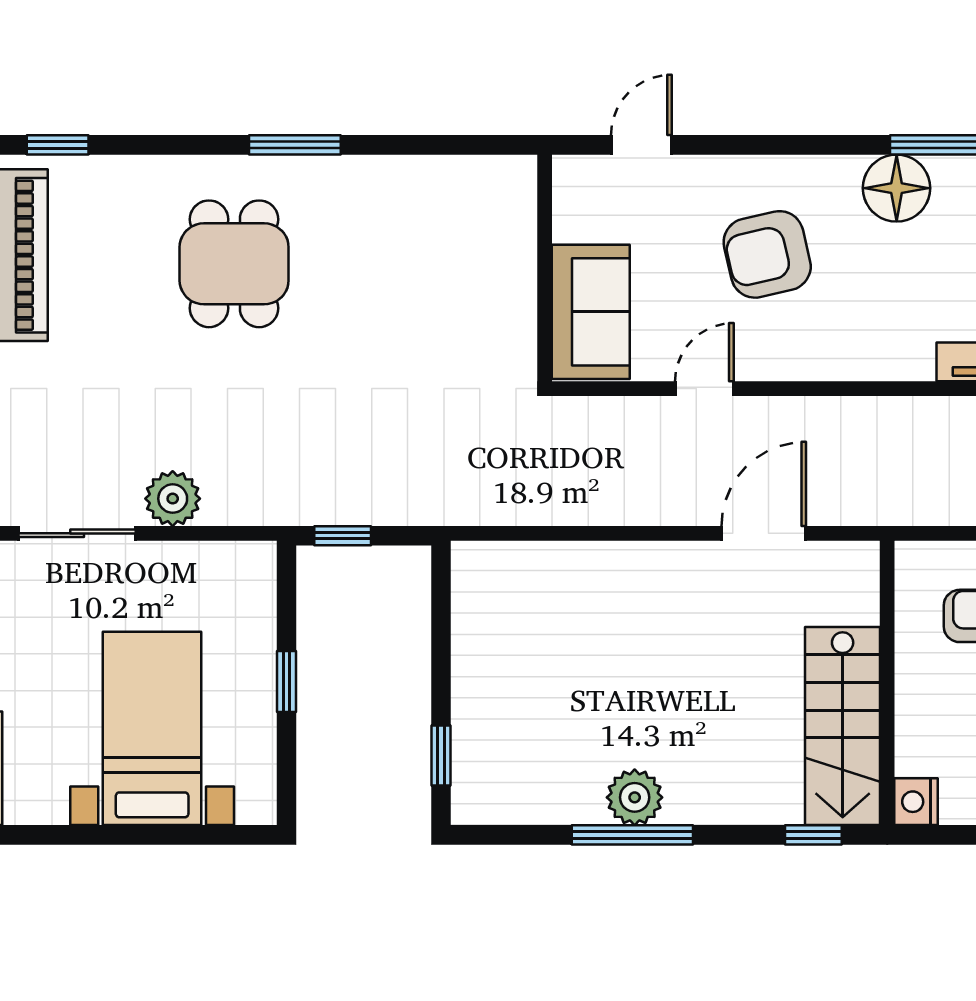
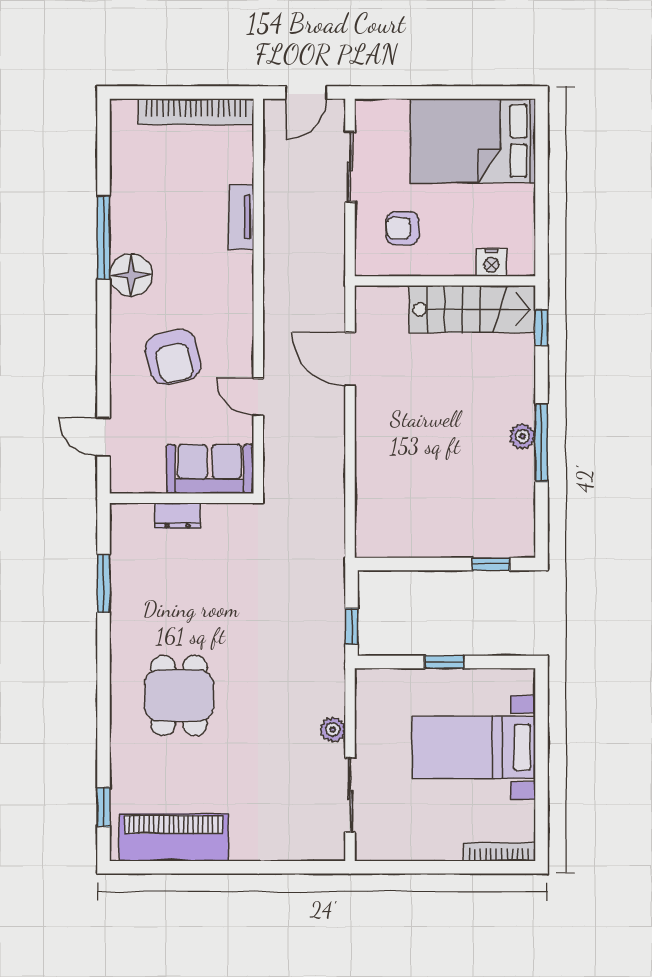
window: (295, 145) -> (104, 584), moved
dresser: (517, 261) -> (177, 516), added
dining table: (234, 264) -> (179, 695), turned 90
plant: (173, 499) -> (333, 729), width x0.73, depth x0.73
plant: (635, 797) -> (522, 436), width x0.73, depth x0.73
nightstand: (916, 802) -> (491, 263), moved

